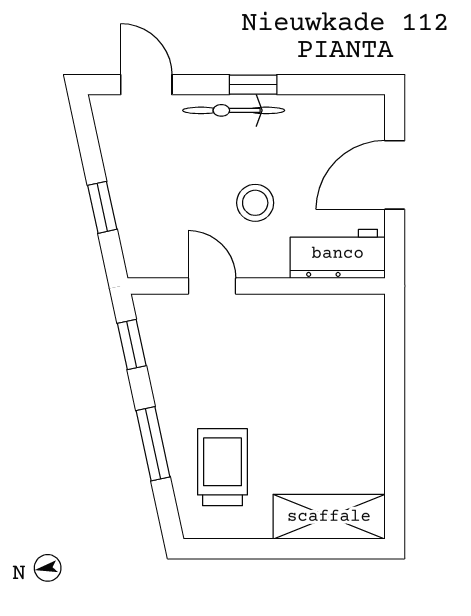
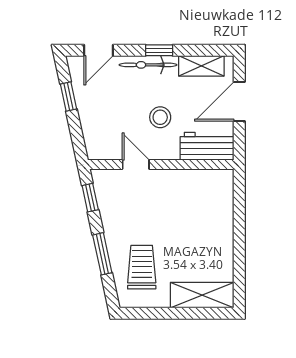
door: (146, 85) -> (98, 50), swing flipped
shelving: (328, 112) -> (201, 66), added
window: (102, 207) -> (68, 96), moved

